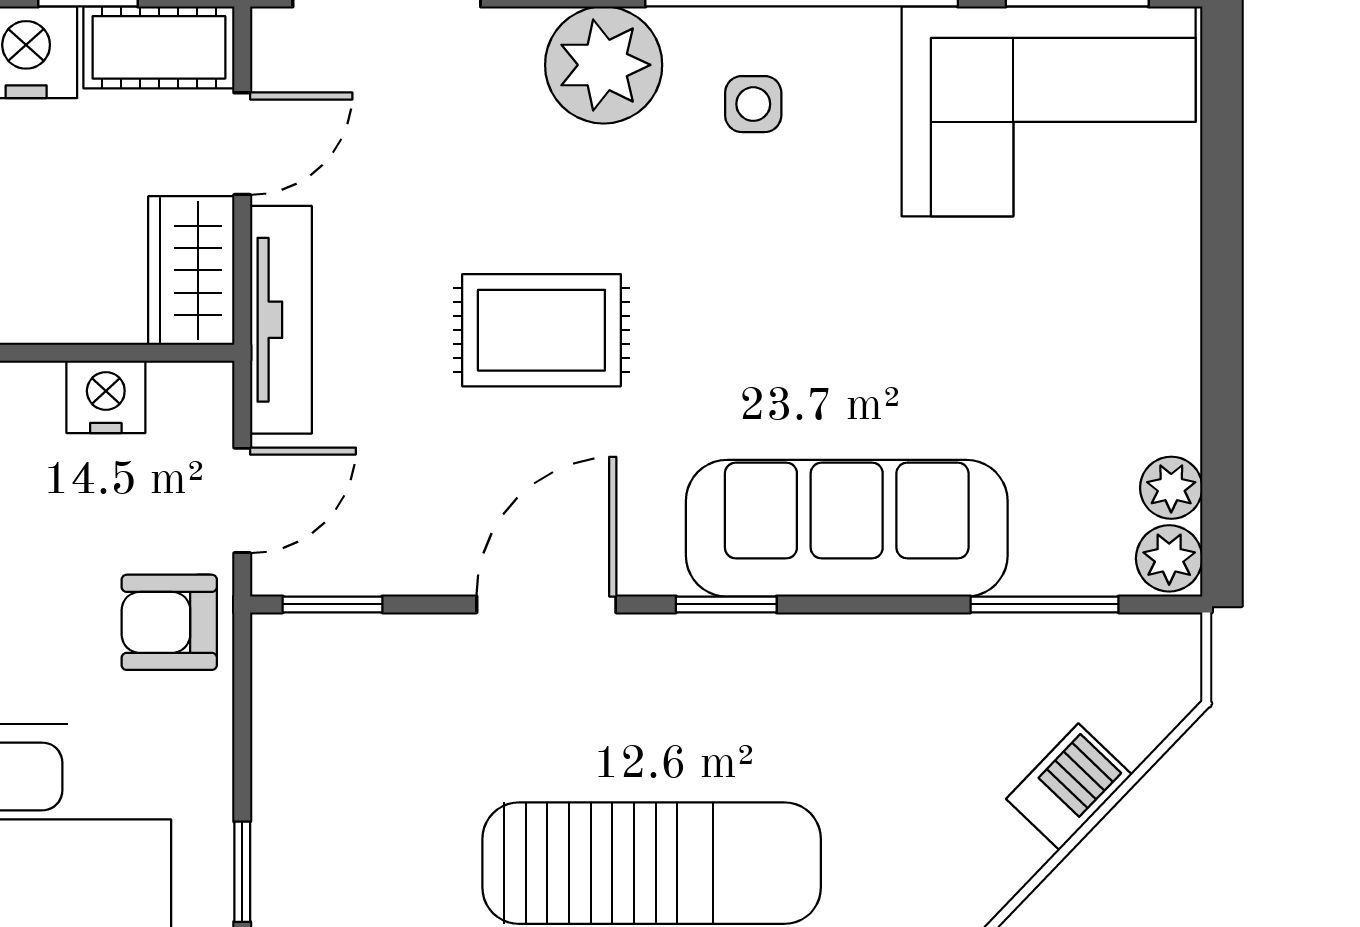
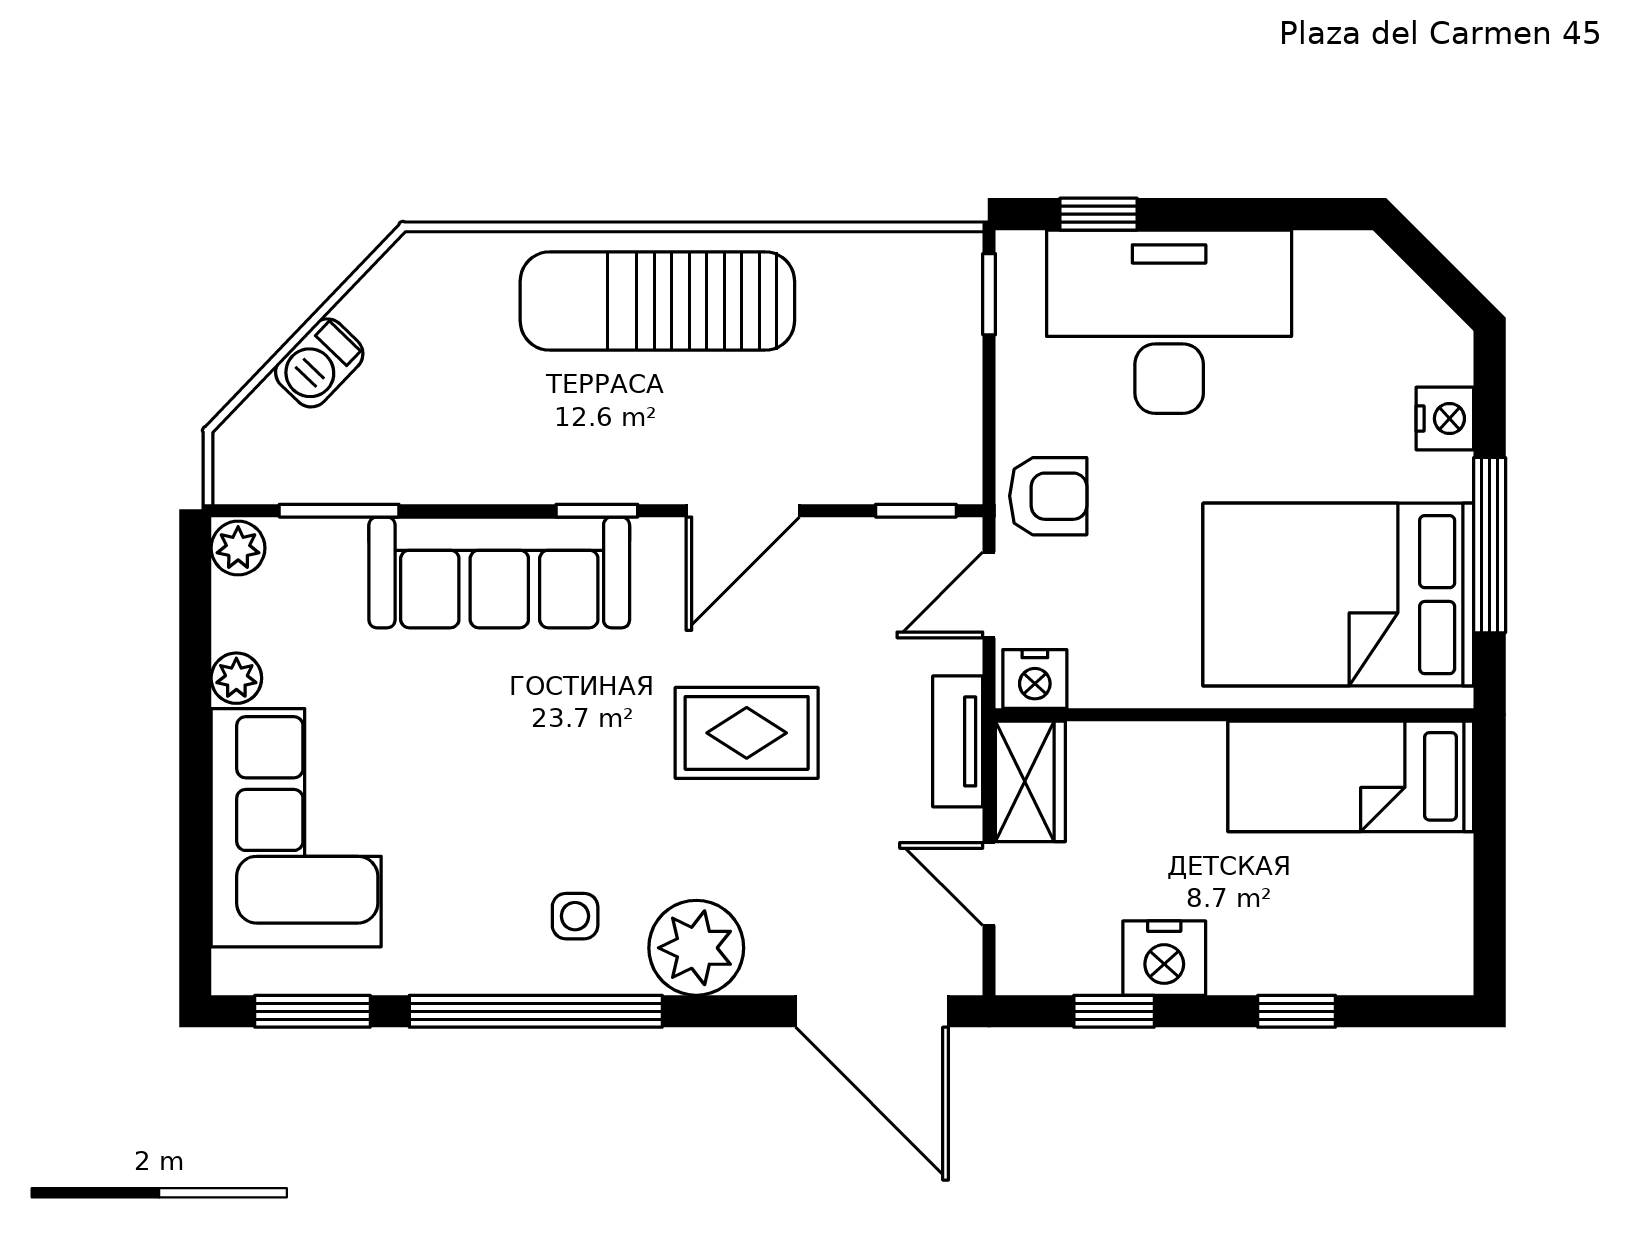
cot: (159, 47) -> (1057, 962), removed
corner sofa: (1049, 111) -> (296, 828), moved, turned 90
door: (242, 144) -> (989, 884), hinge flipped
tv unit: (281, 320) -> (958, 741), width x0.71
nightstand: (106, 397) -> (1035, 679), moved
plant: (1171, 488) -> (236, 678), moved

